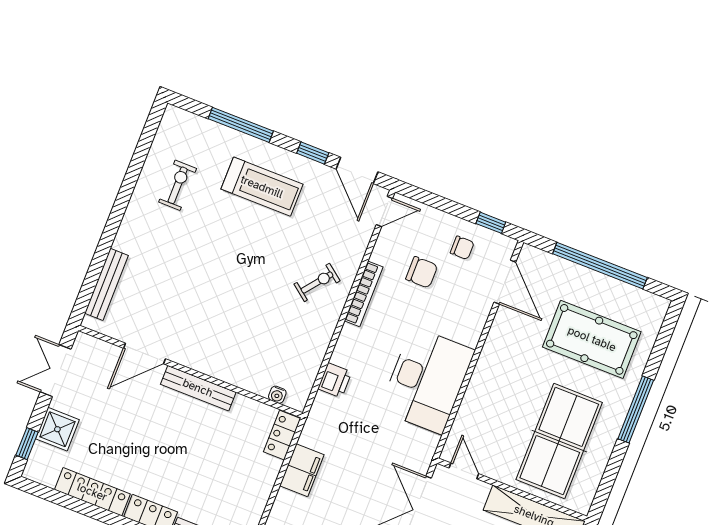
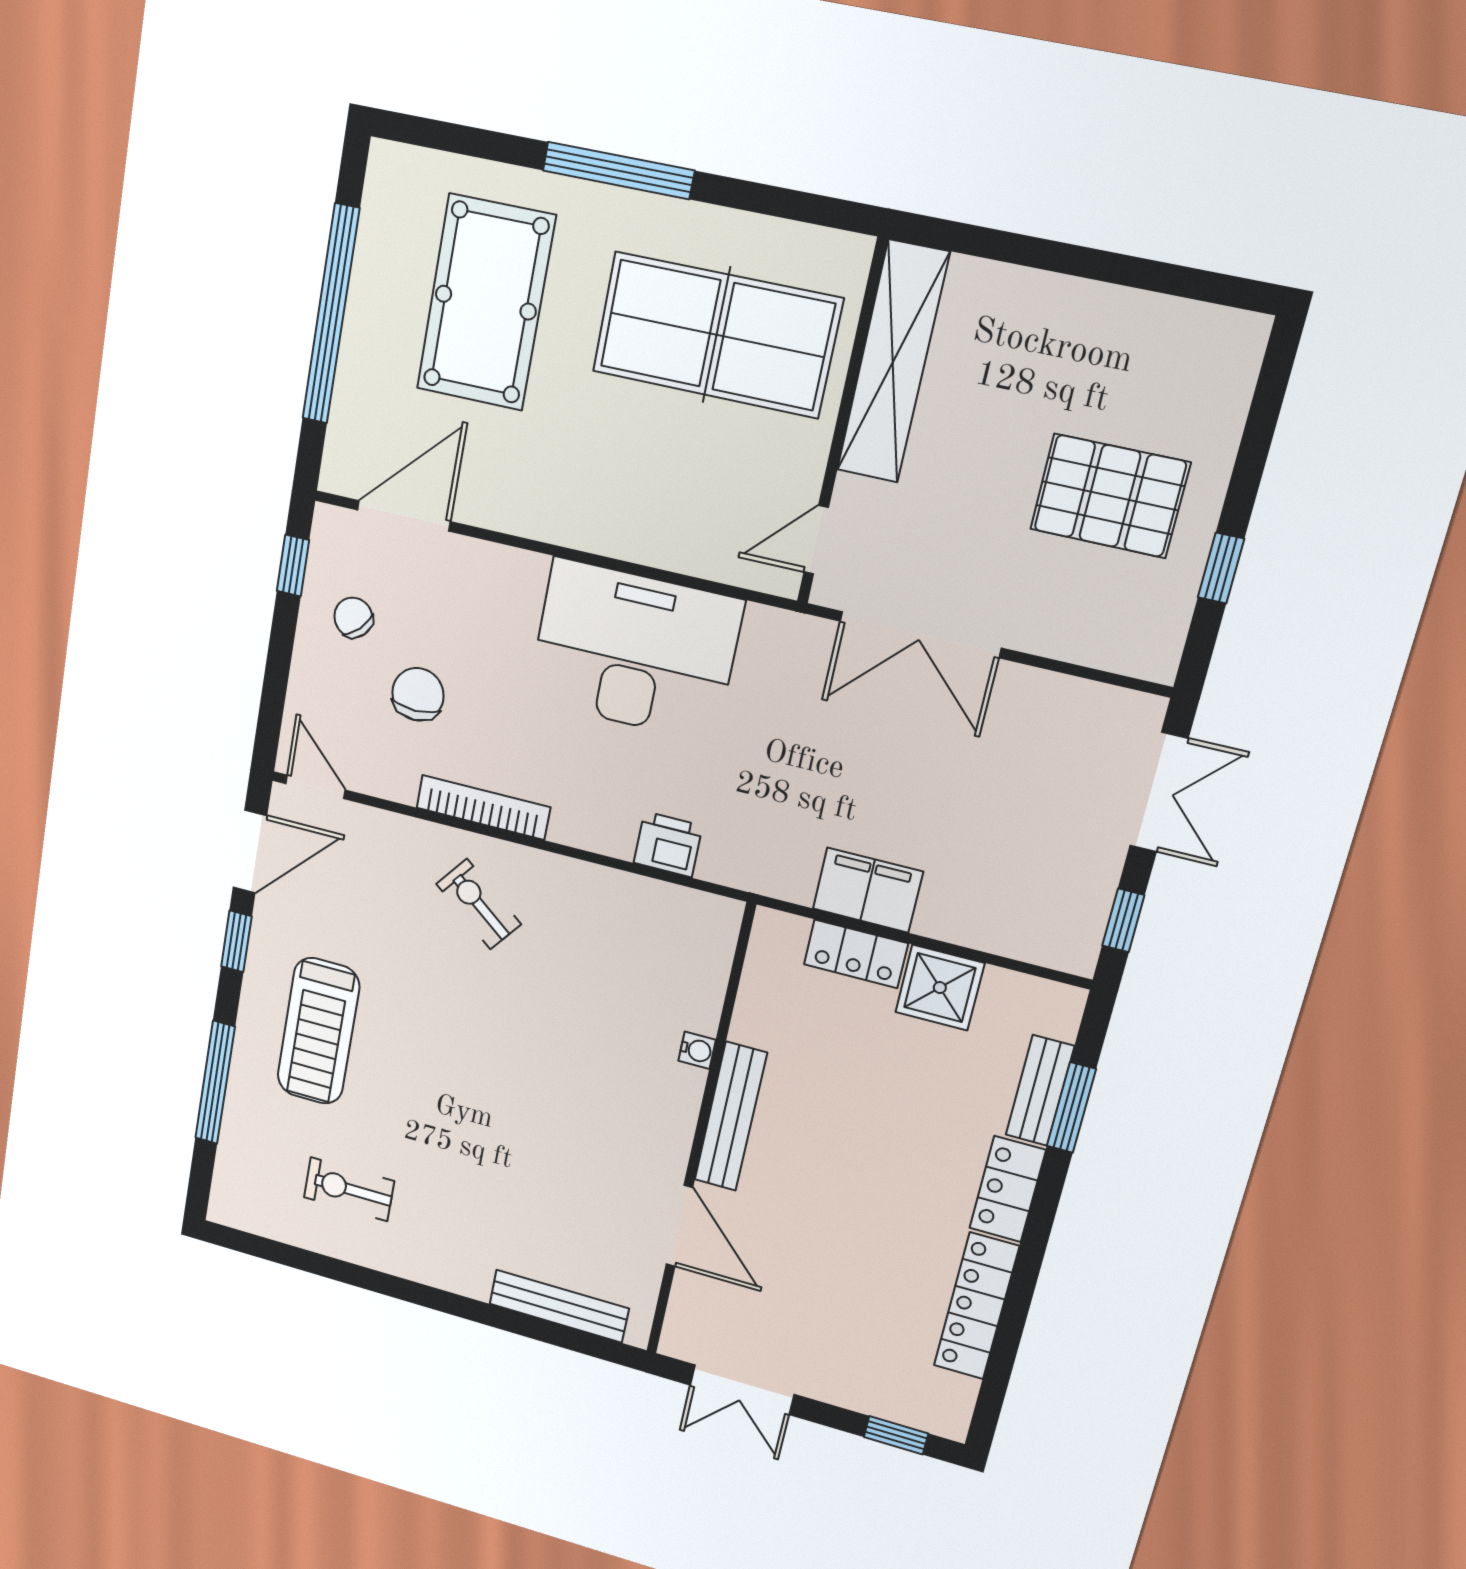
treadmill: (262, 187) -> (318, 1031), turned 180
chair: (462, 248) -> (353, 618), turned -45
water cooler: (277, 395) -> (697, 1050), moved
shower: (57, 429) -> (940, 988), moved
locker: (282, 435) -> (856, 954), moved

